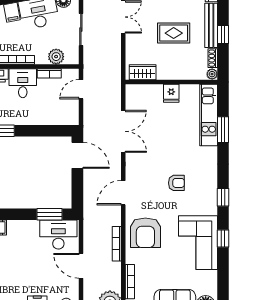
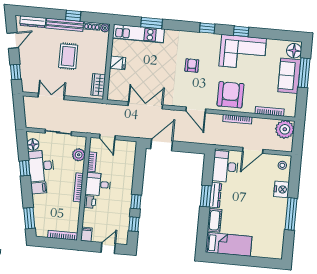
window: (49, 214) -> (206, 196), moved
dresser: (23, 226) -> (216, 195), added
armchair: (145, 233) -> (230, 95), turned -90

